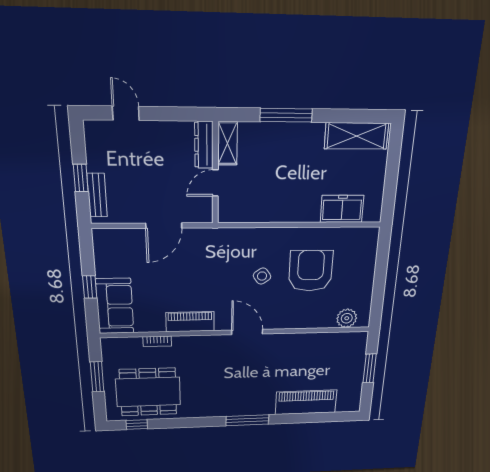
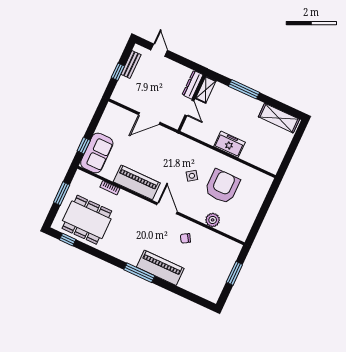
door: (215, 183) -> (189, 108), swing flipped
bench: (97, 195) -> (131, 64), moved
freezer: (342, 209) -> (229, 144), moved
window: (90, 287) -> (84, 146), moved
plant: (347, 318) -> (213, 220), moved
piano: (190, 322) -> (137, 182), width x1.37, depth x1.33
chair: (288, 357) -> (185, 238), added
piano: (306, 402) -> (160, 268), moved

